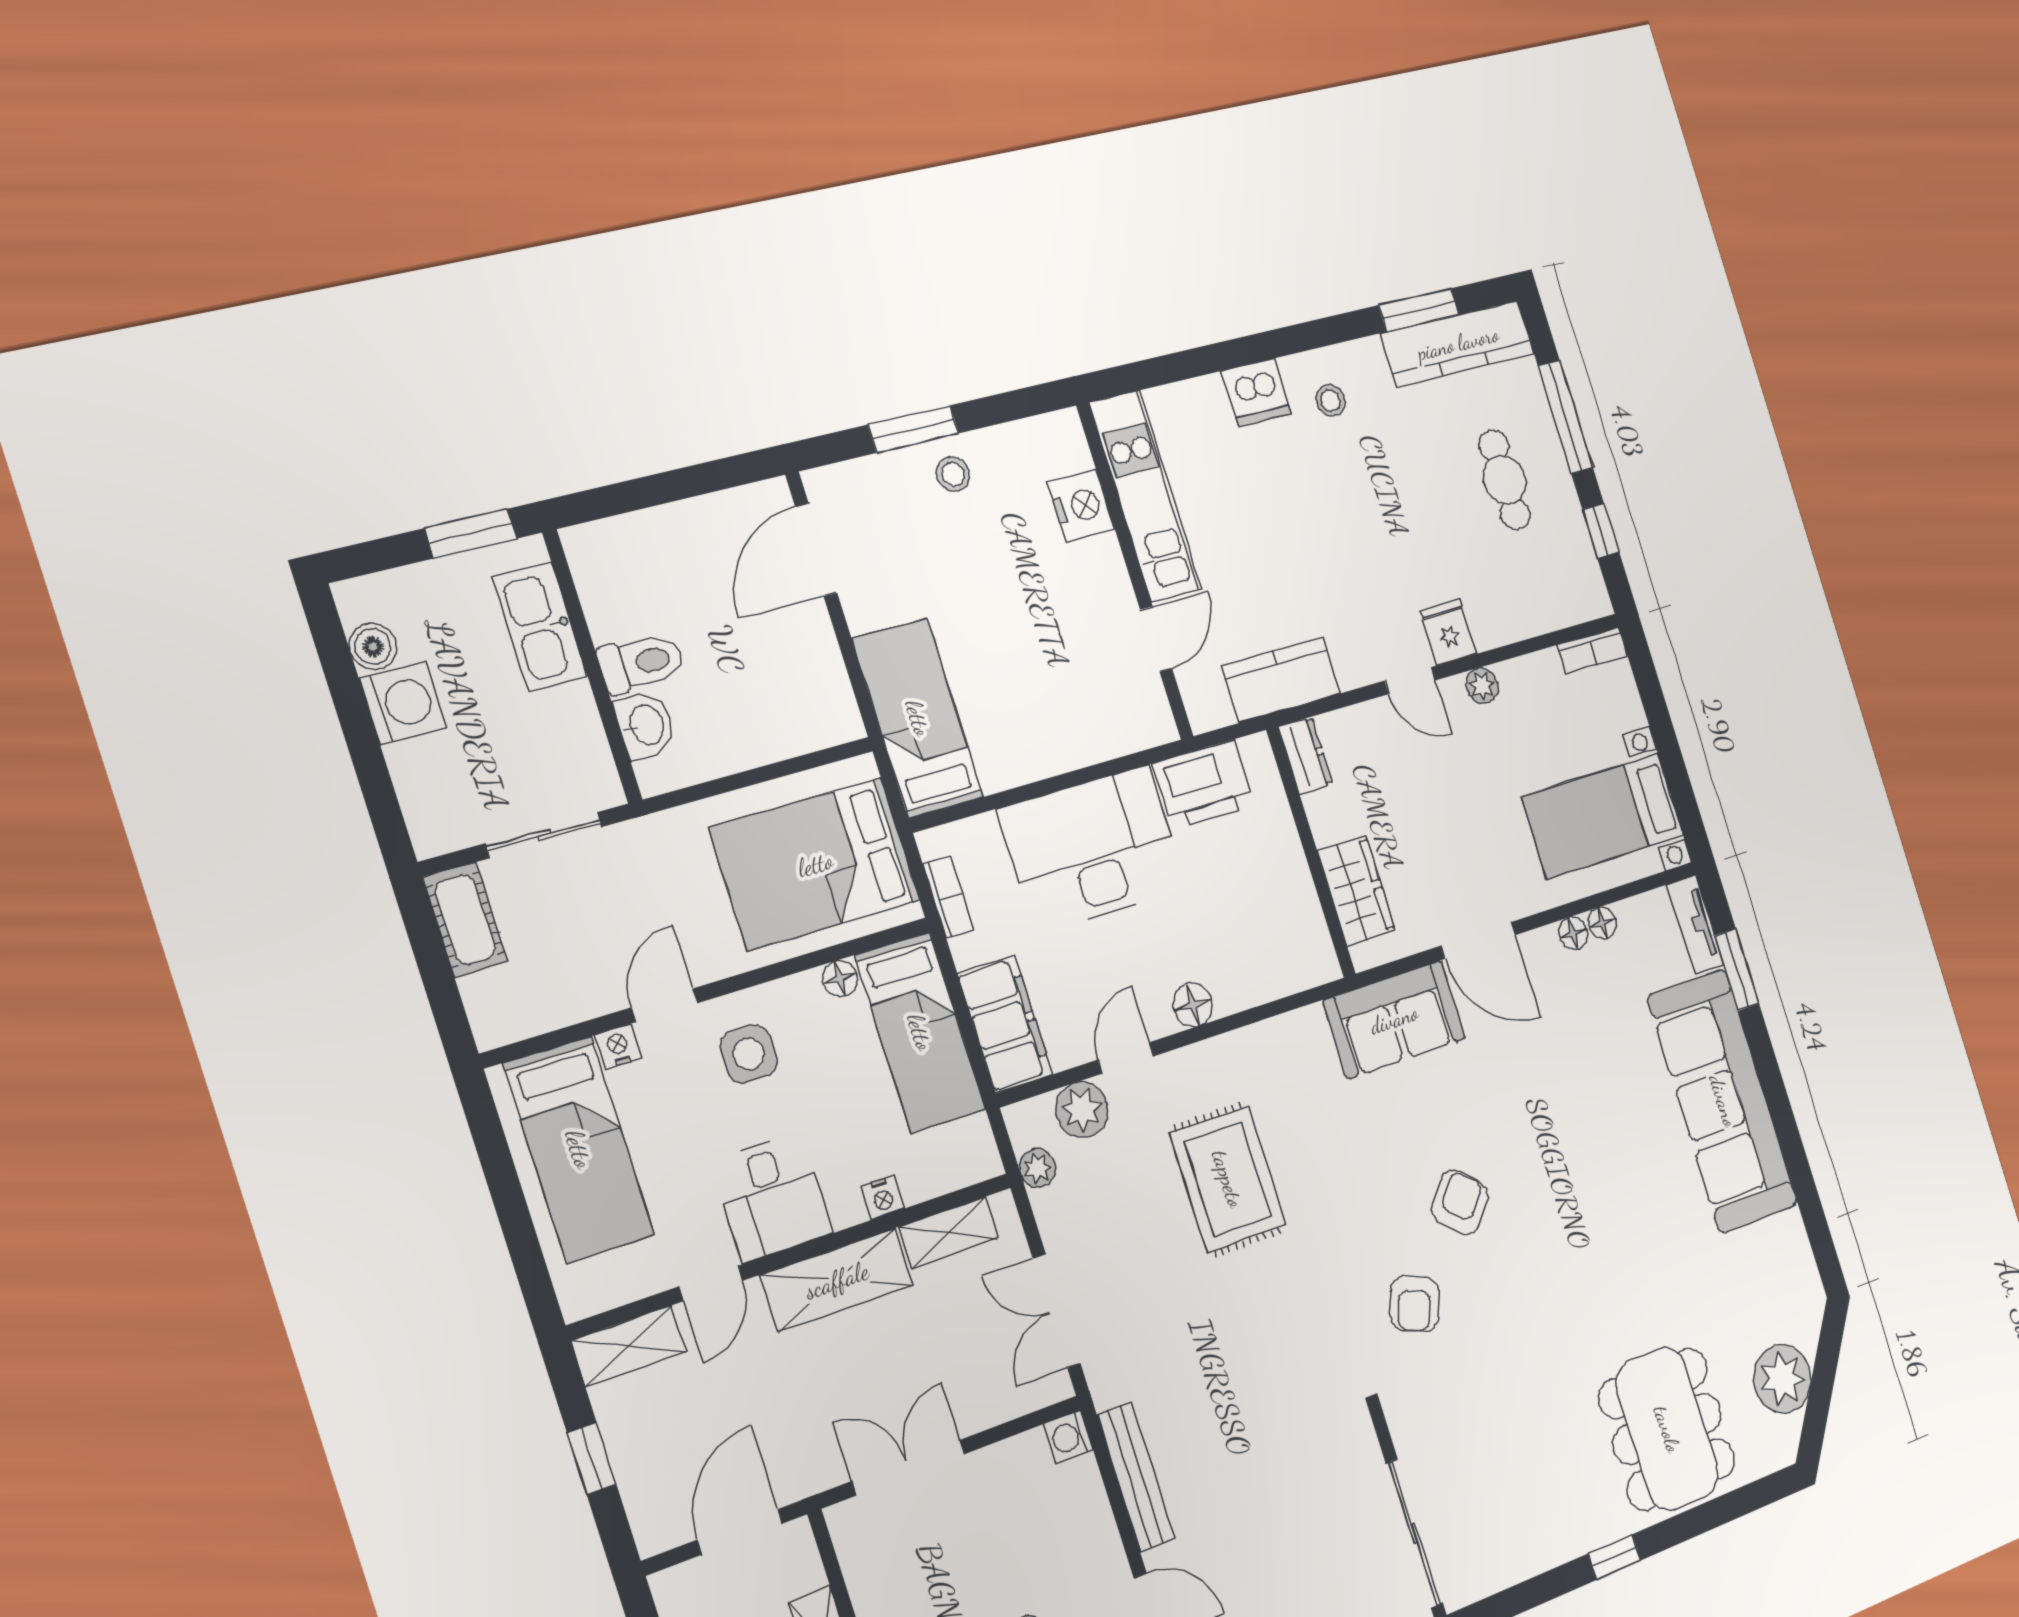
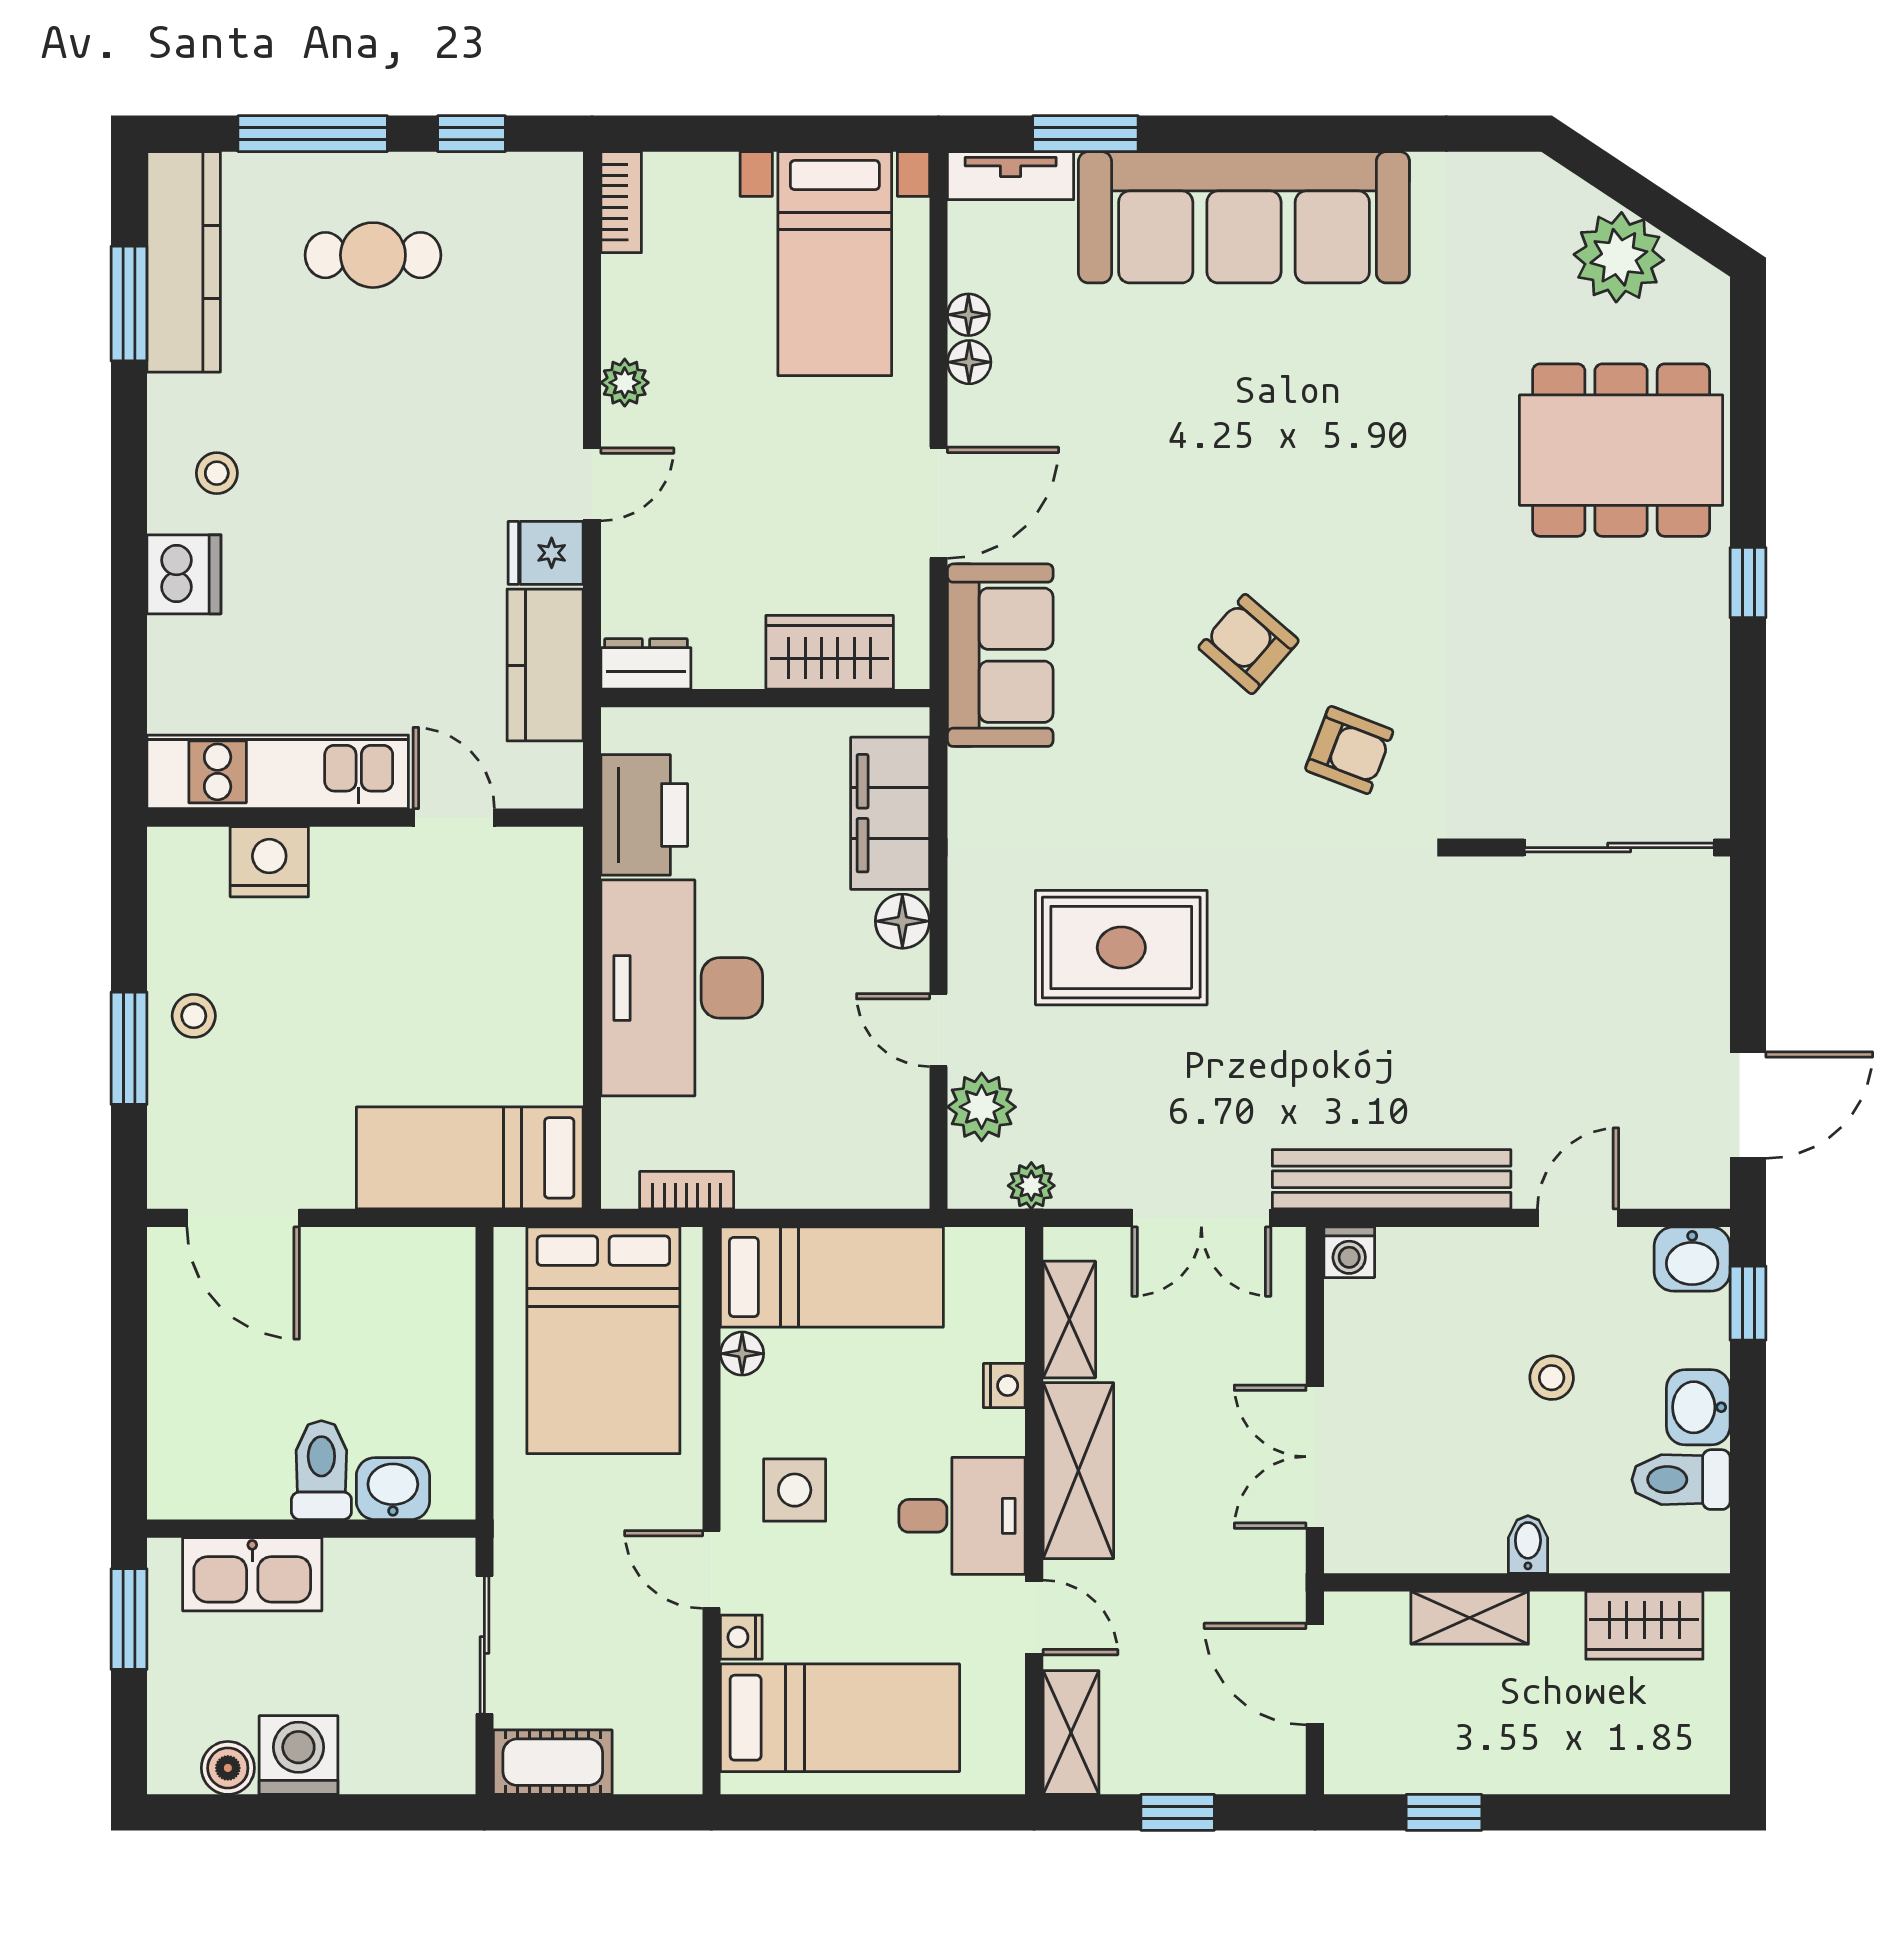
fridge: (1448, 632) -> (546, 553), moved
filing cabinet: (1005, 1024) -> (890, 813), moved, turned -90
bench: (1136, 1477) -> (1392, 1179), width x1.37, depth x1.21

